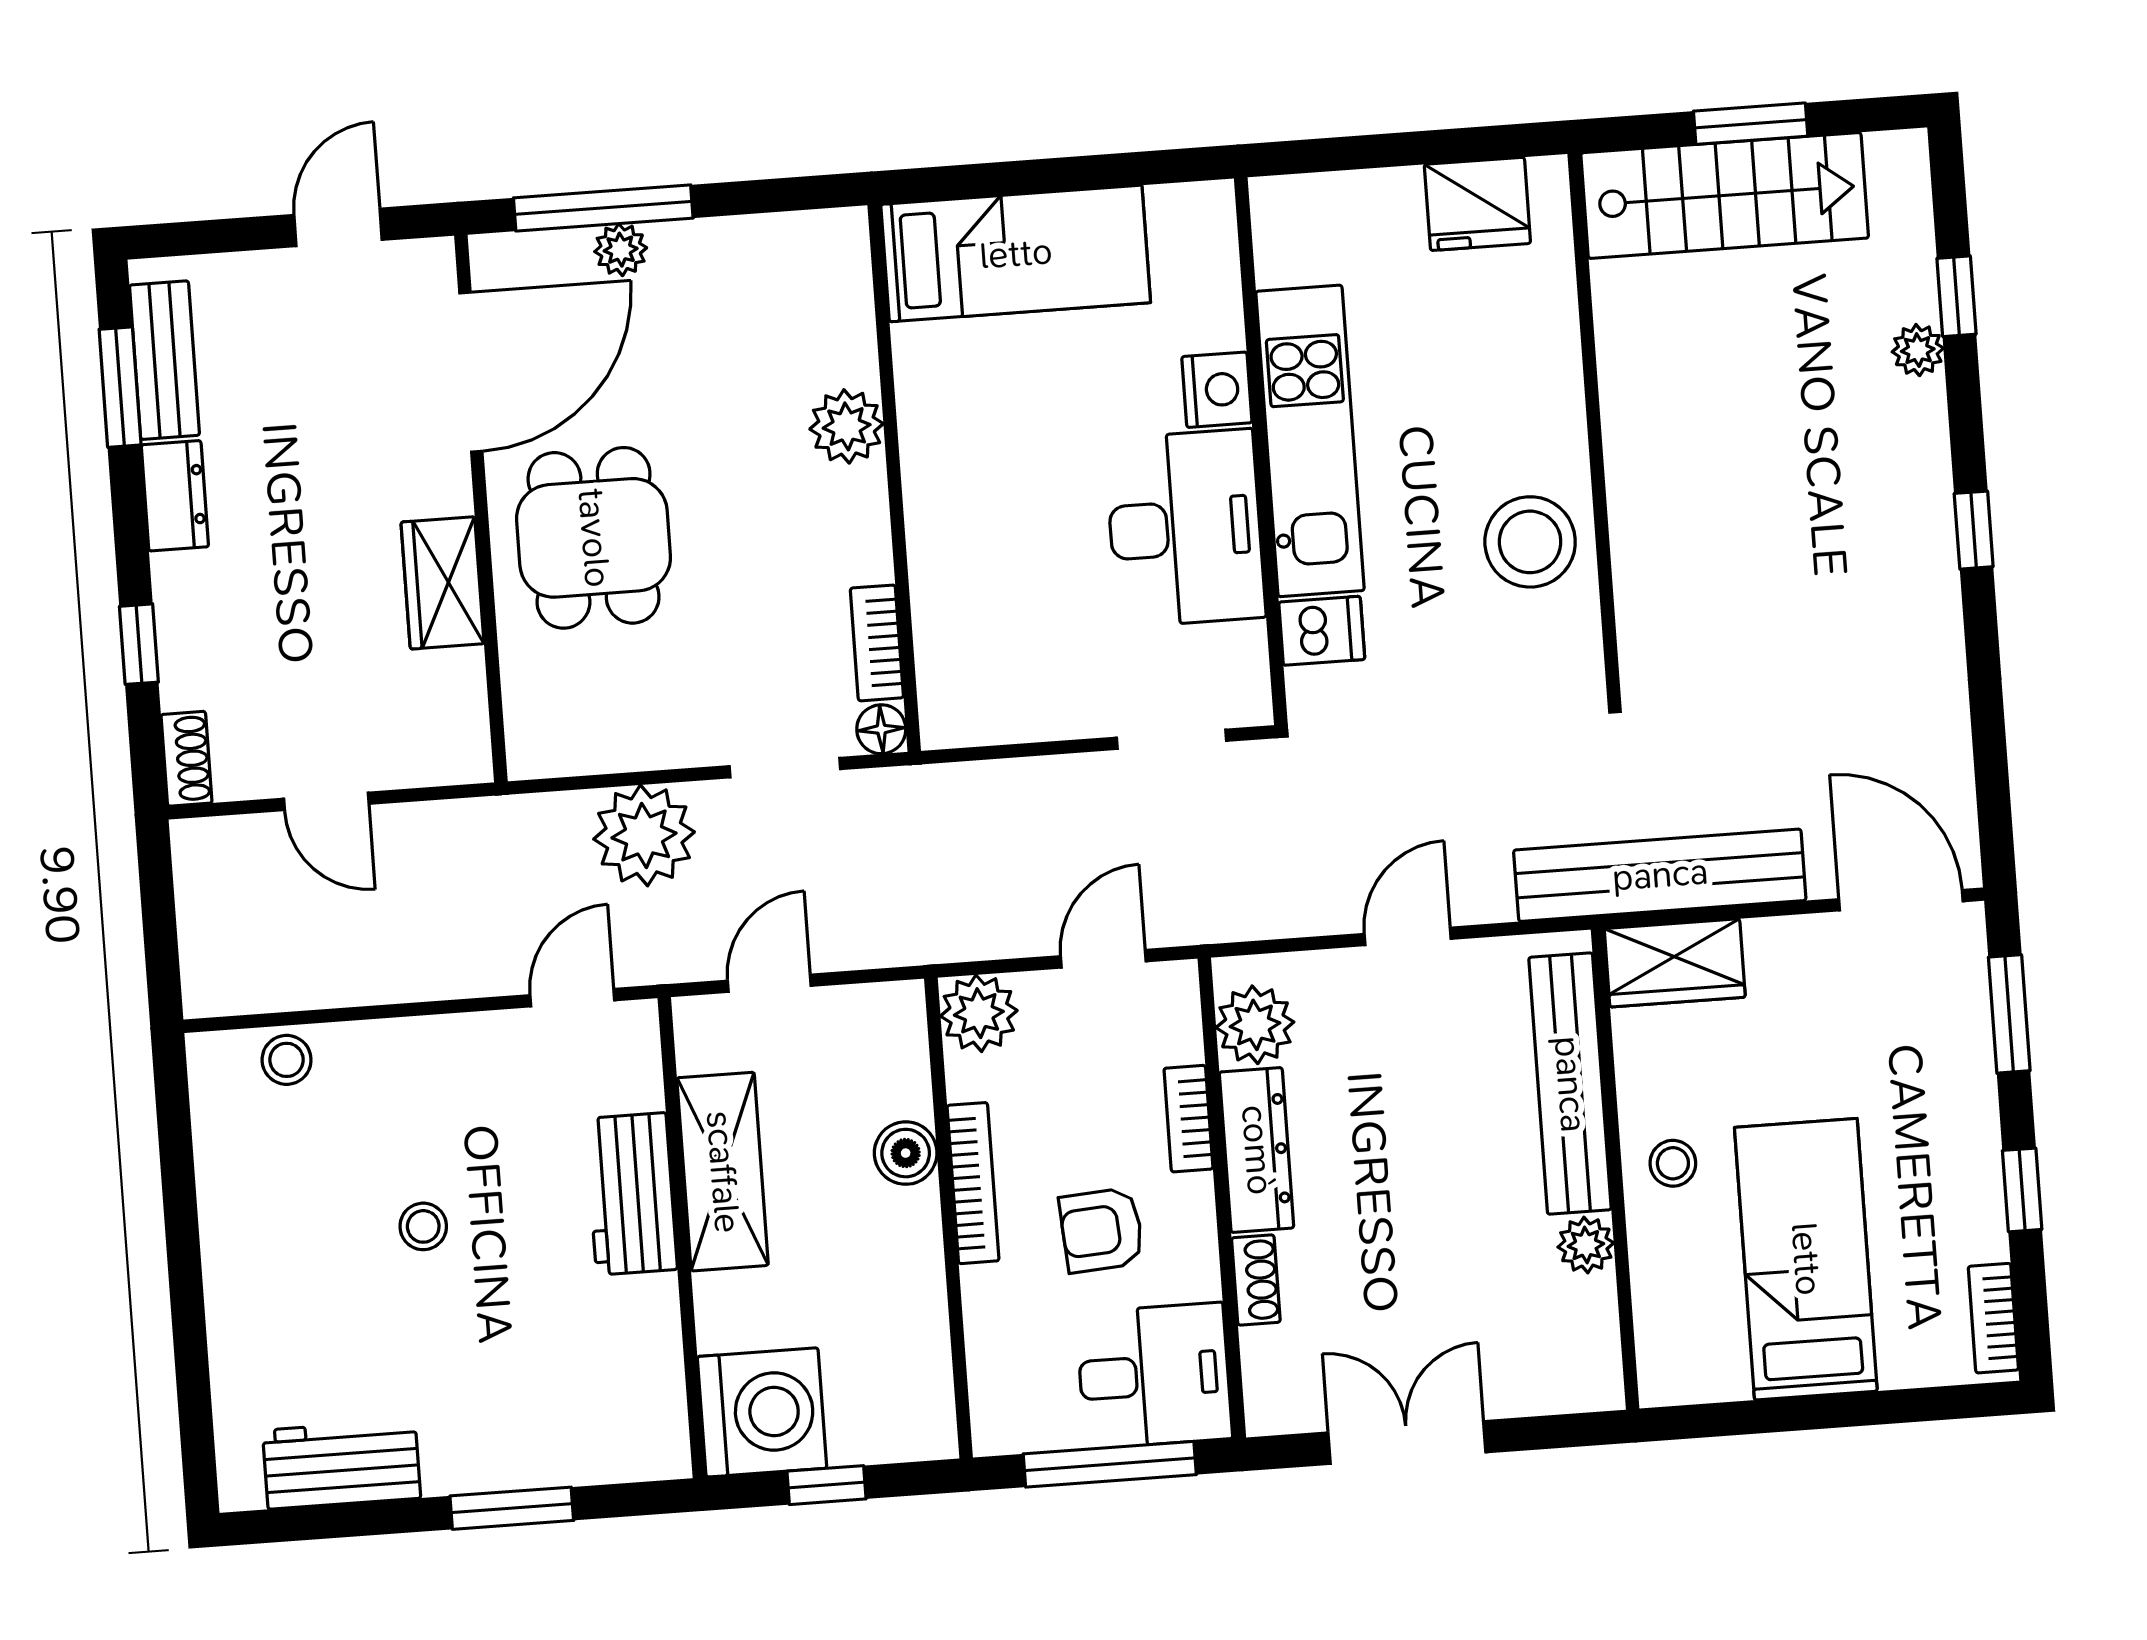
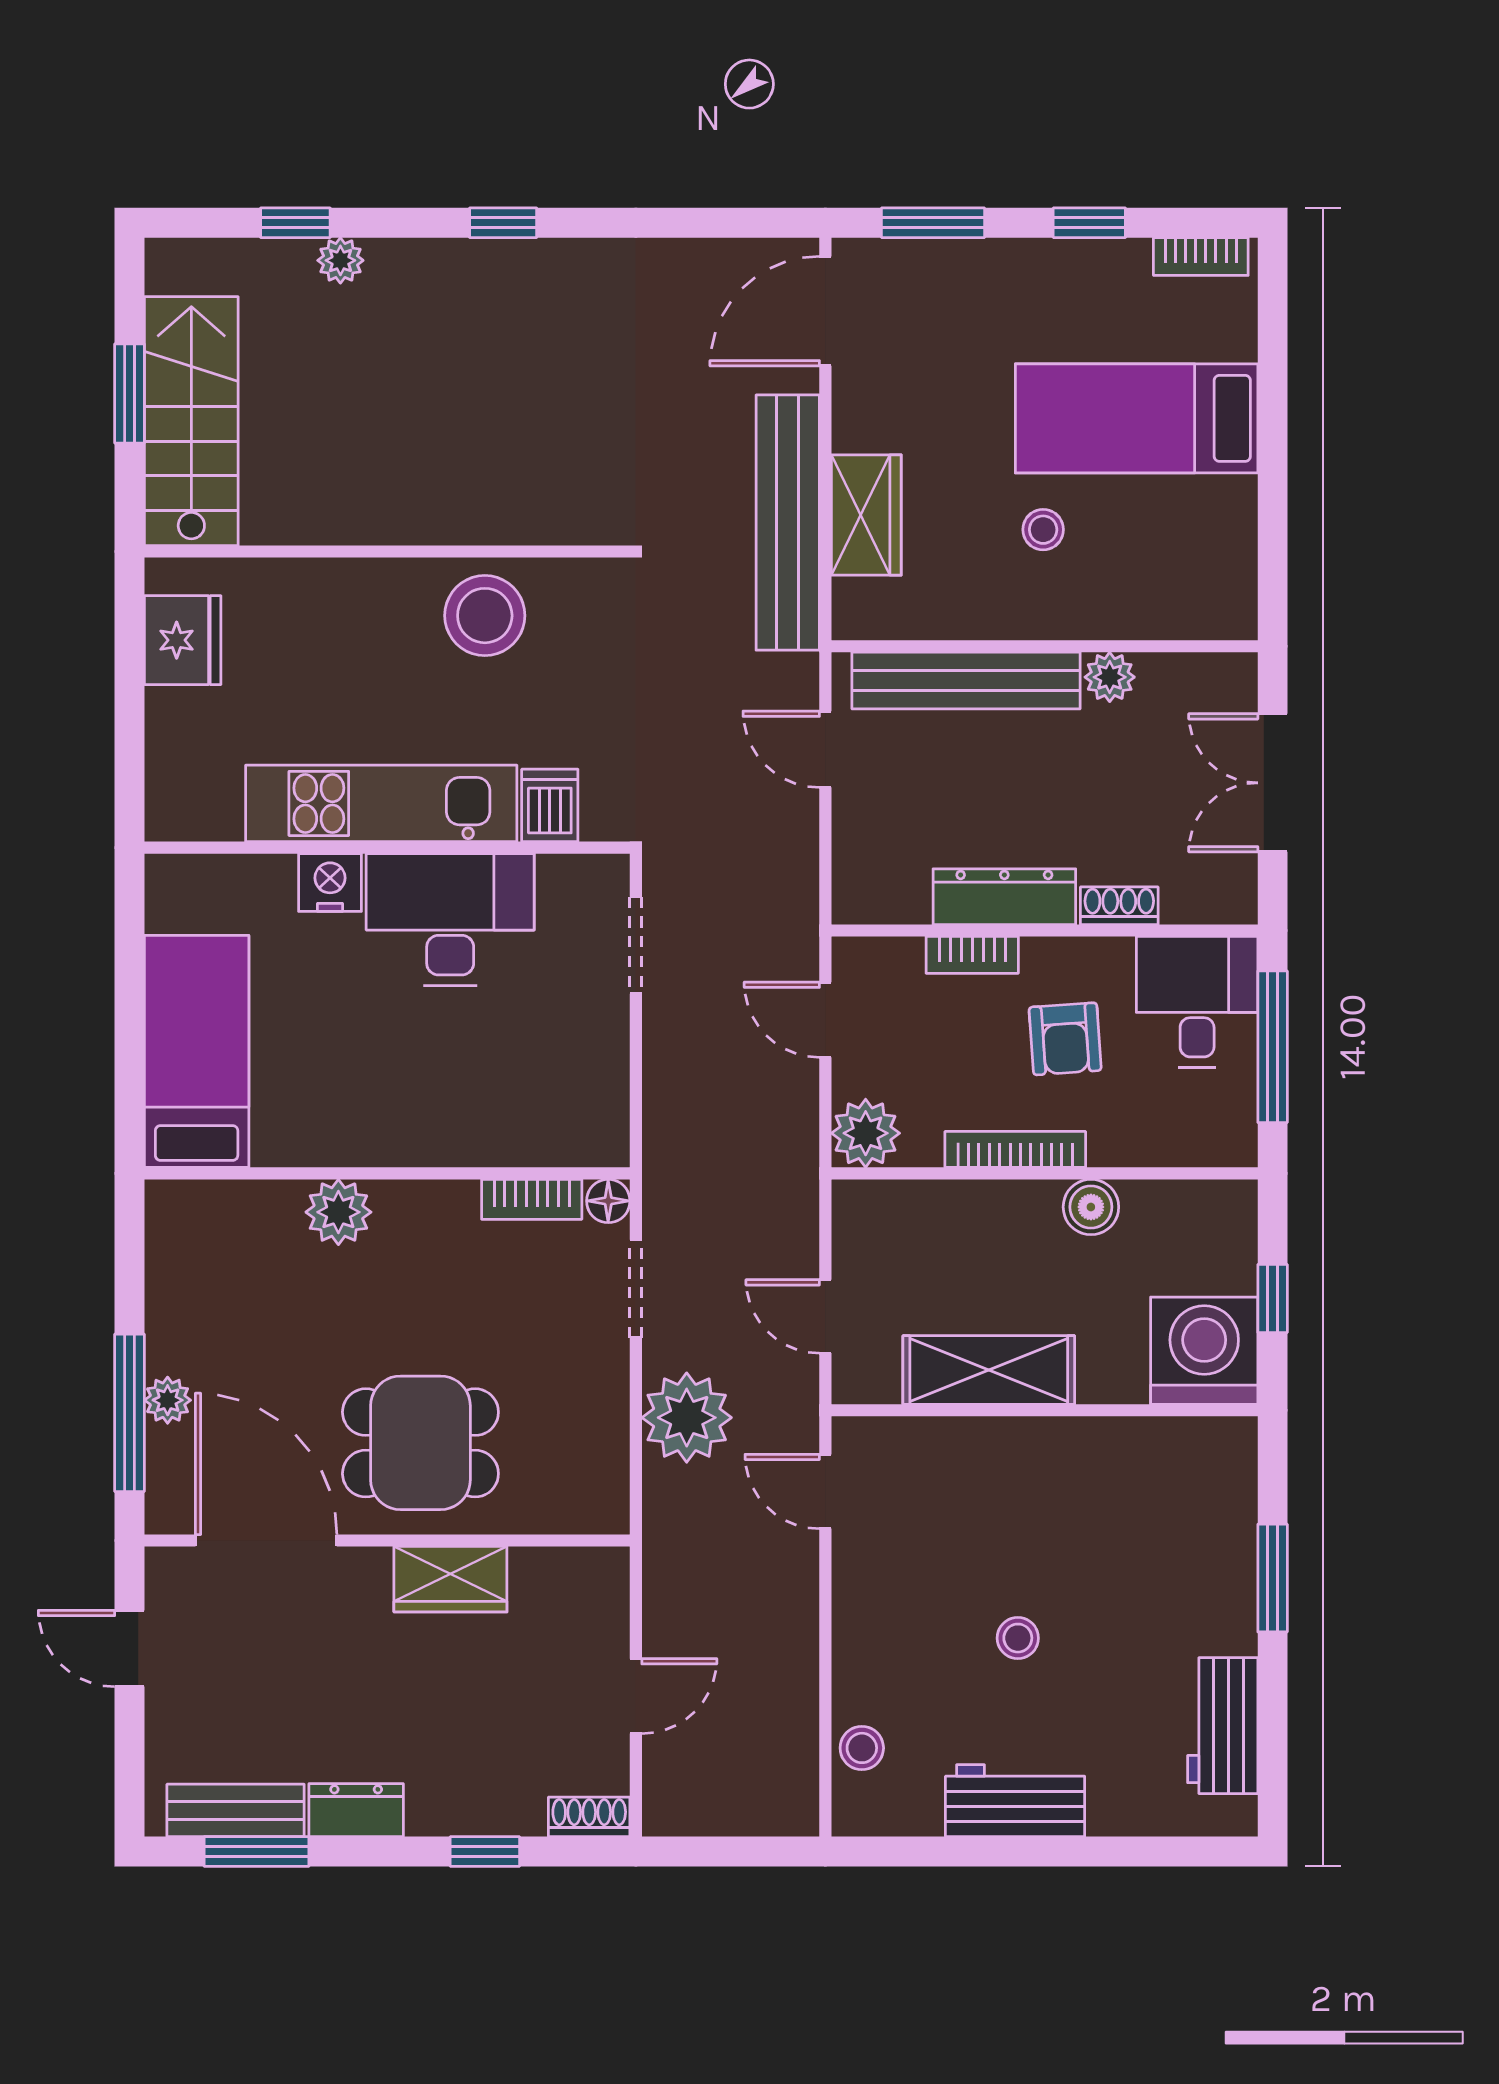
plant: (1255, 1025) -> (894, 890), removed
bench: (1570, 1084) -> (966, 681), moved
boiler: (906, 1153) -> (1091, 1207), moved
wall: (1615, 1169) -> (1045, 646), moved
workbench: (631, 1194) -> (1015, 1801), moved, turned 180
plant: (1586, 1245) -> (1110, 677), moved

